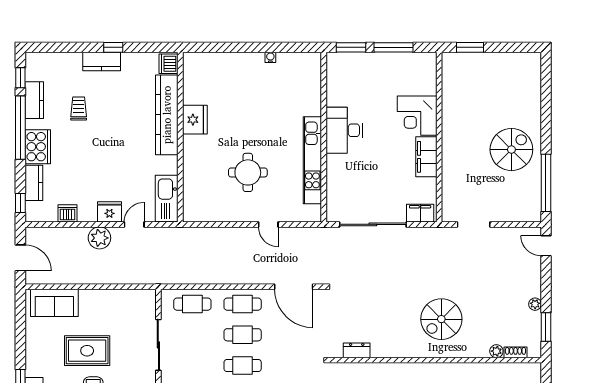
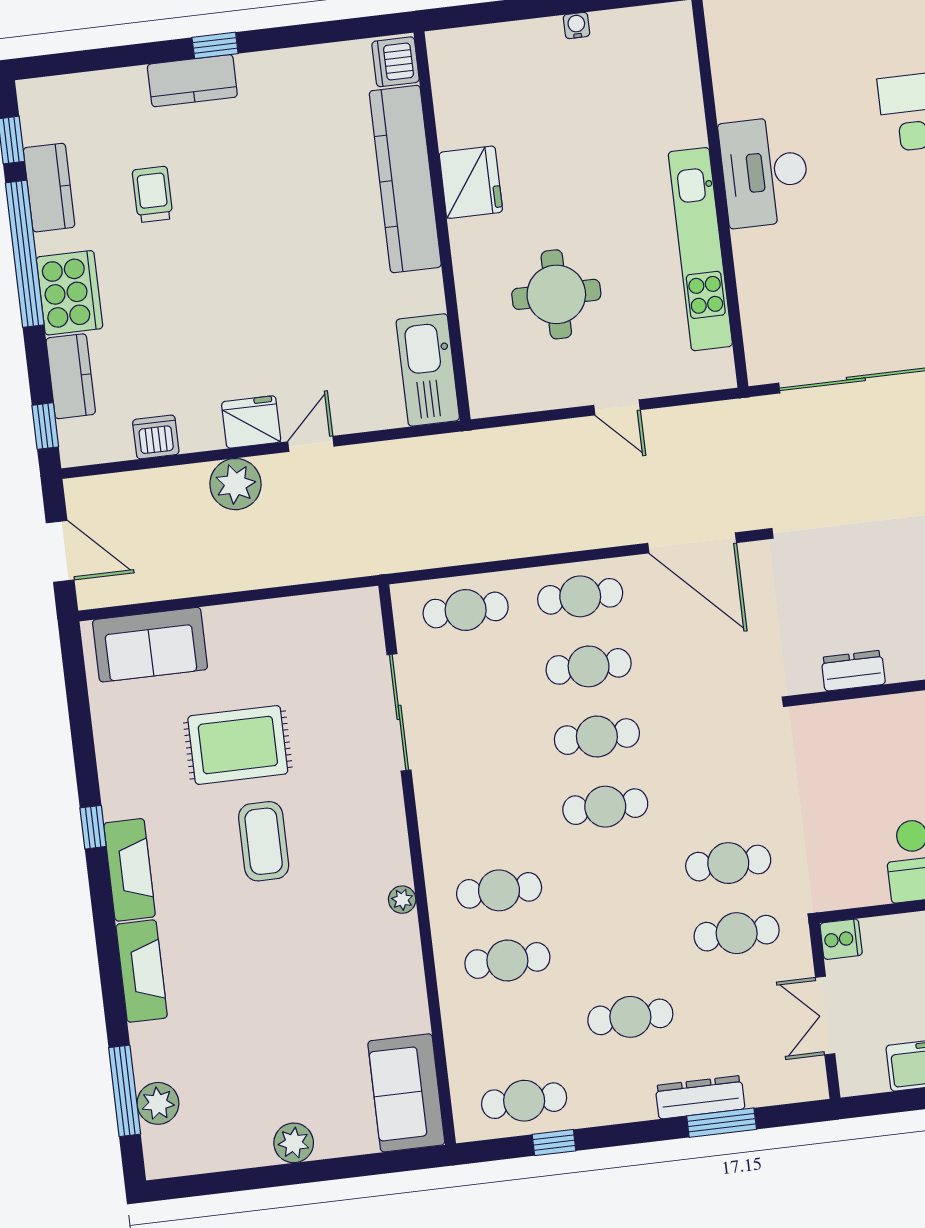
dishwasher: (169, 64) -> (396, 62), moved
kitchen counter: (167, 115) -> (405, 179), moved
fridge: (195, 120) -> (471, 182), moved
wall: (180, 137) -> (442, 226), moved
kitchen sink: (167, 198) -> (428, 370), moved

